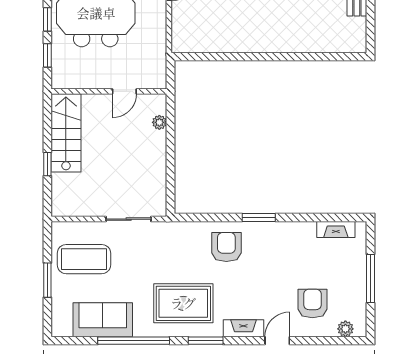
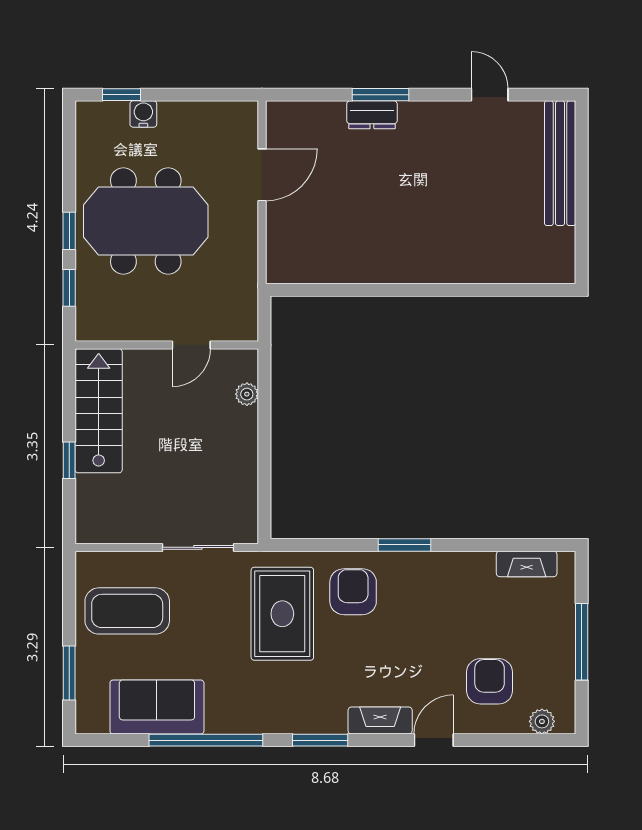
window: (47, 280) -> (69, 673), moved
rug: (183, 303) -> (282, 614), moved, turned 90

